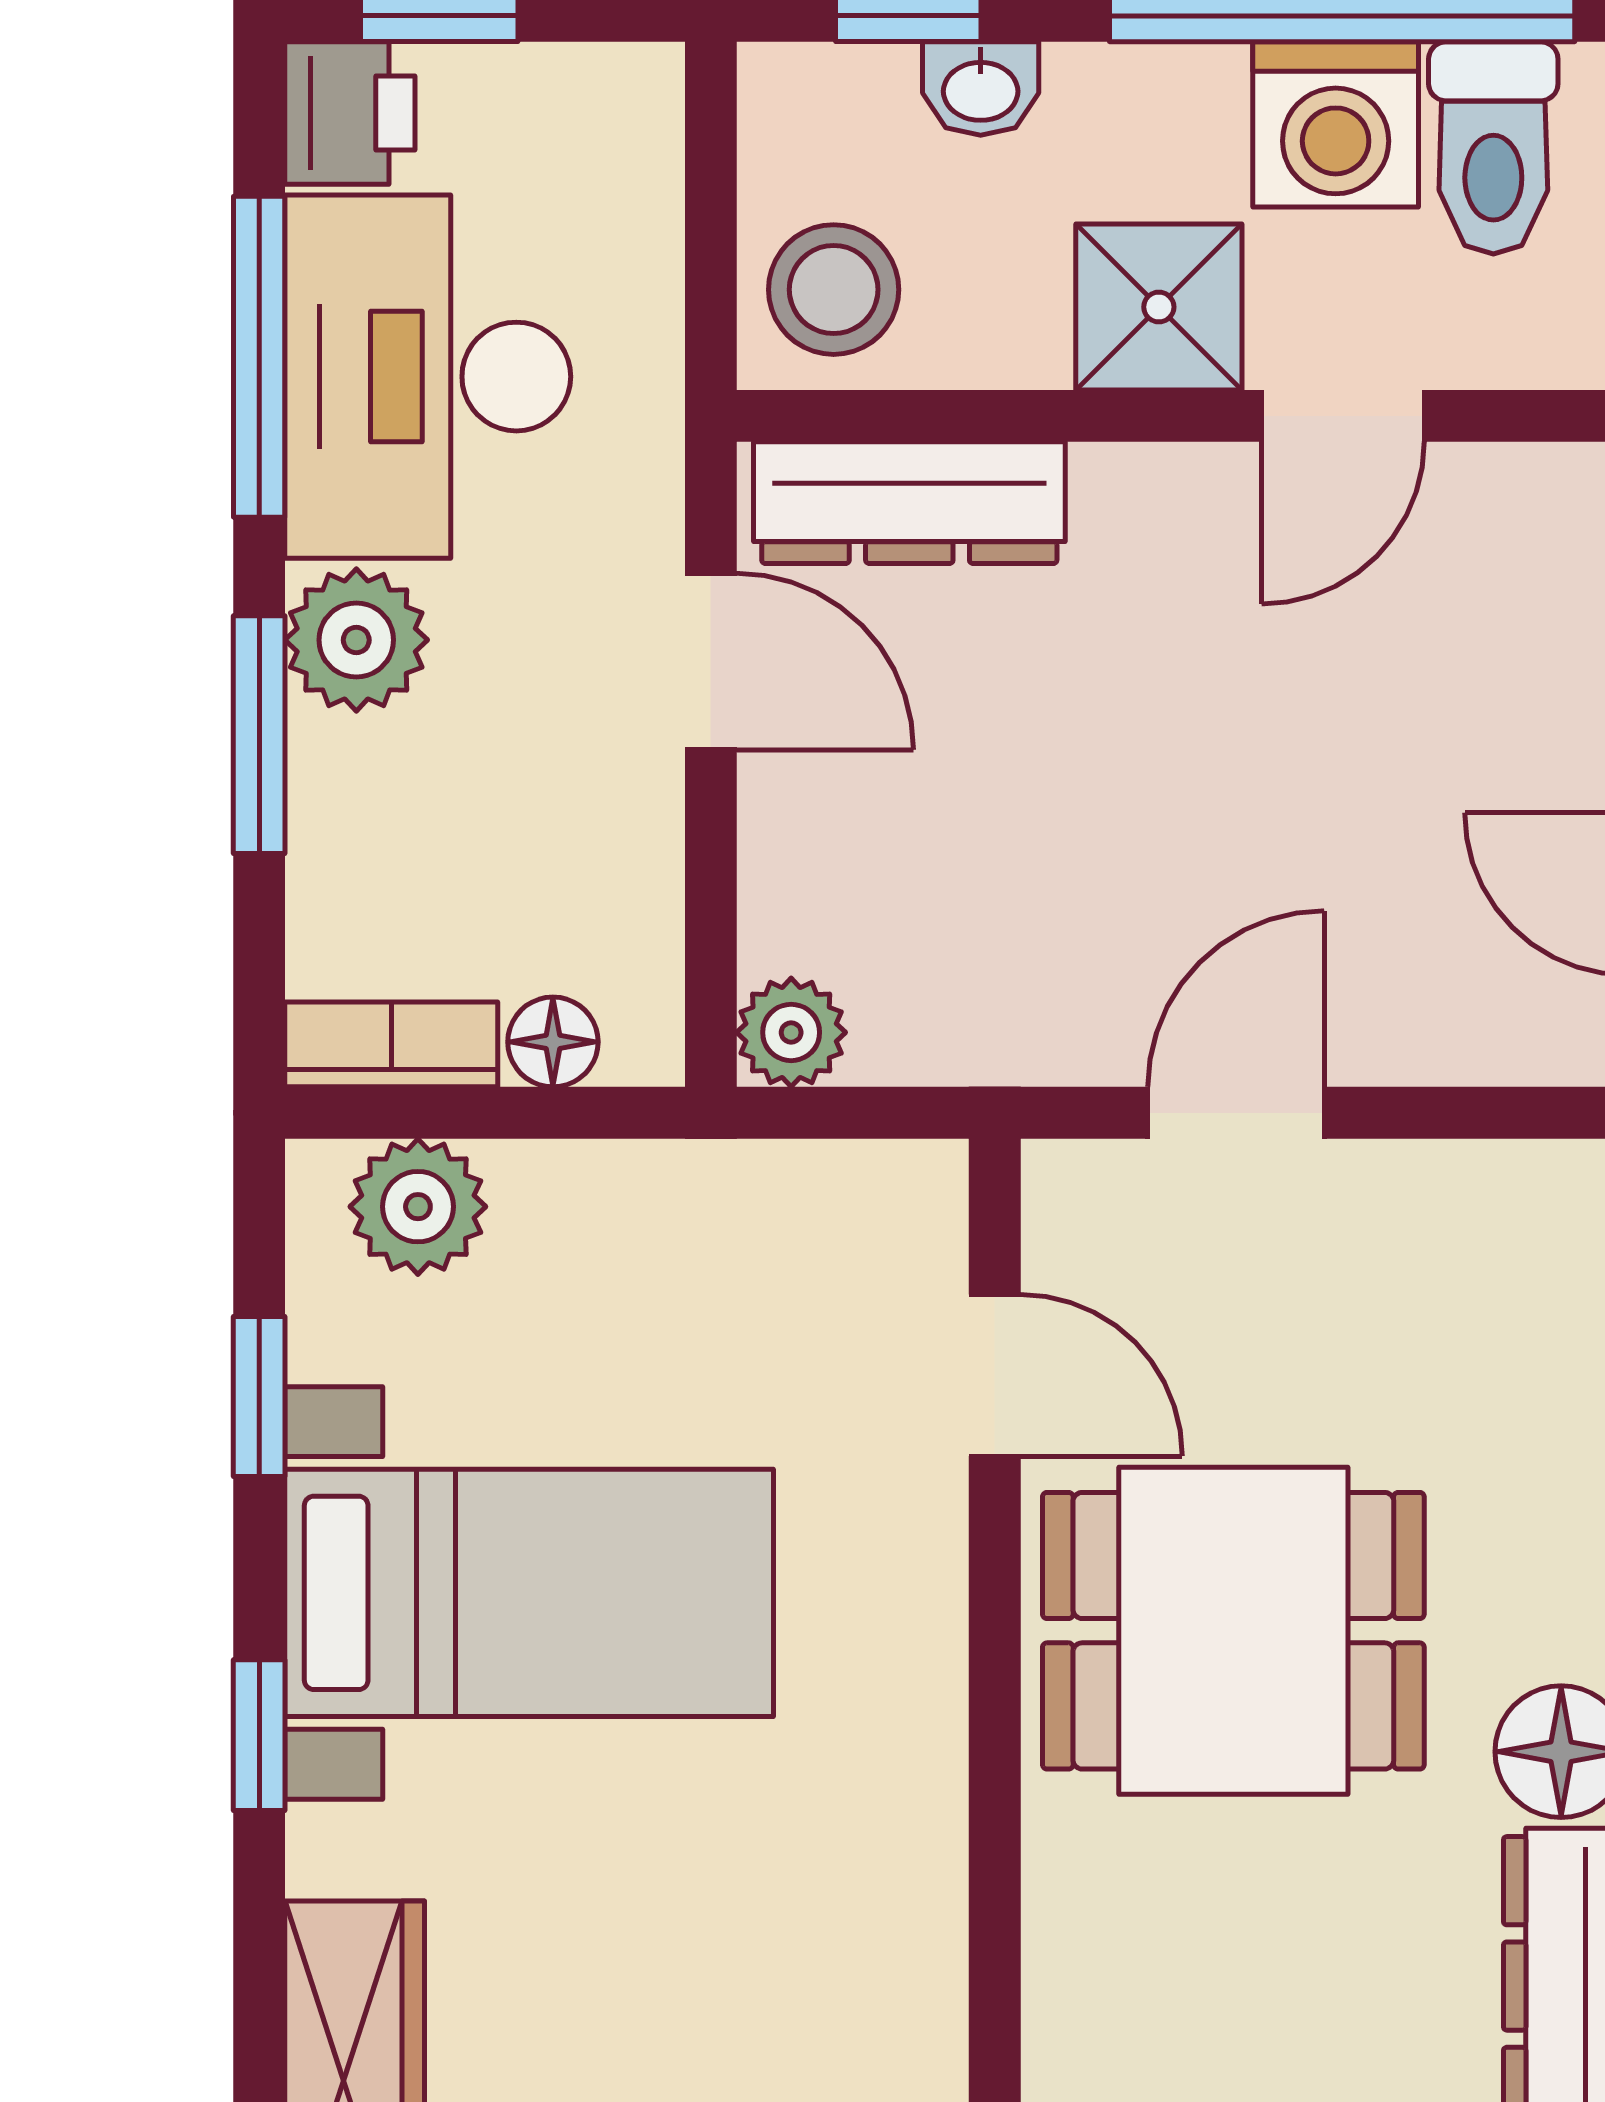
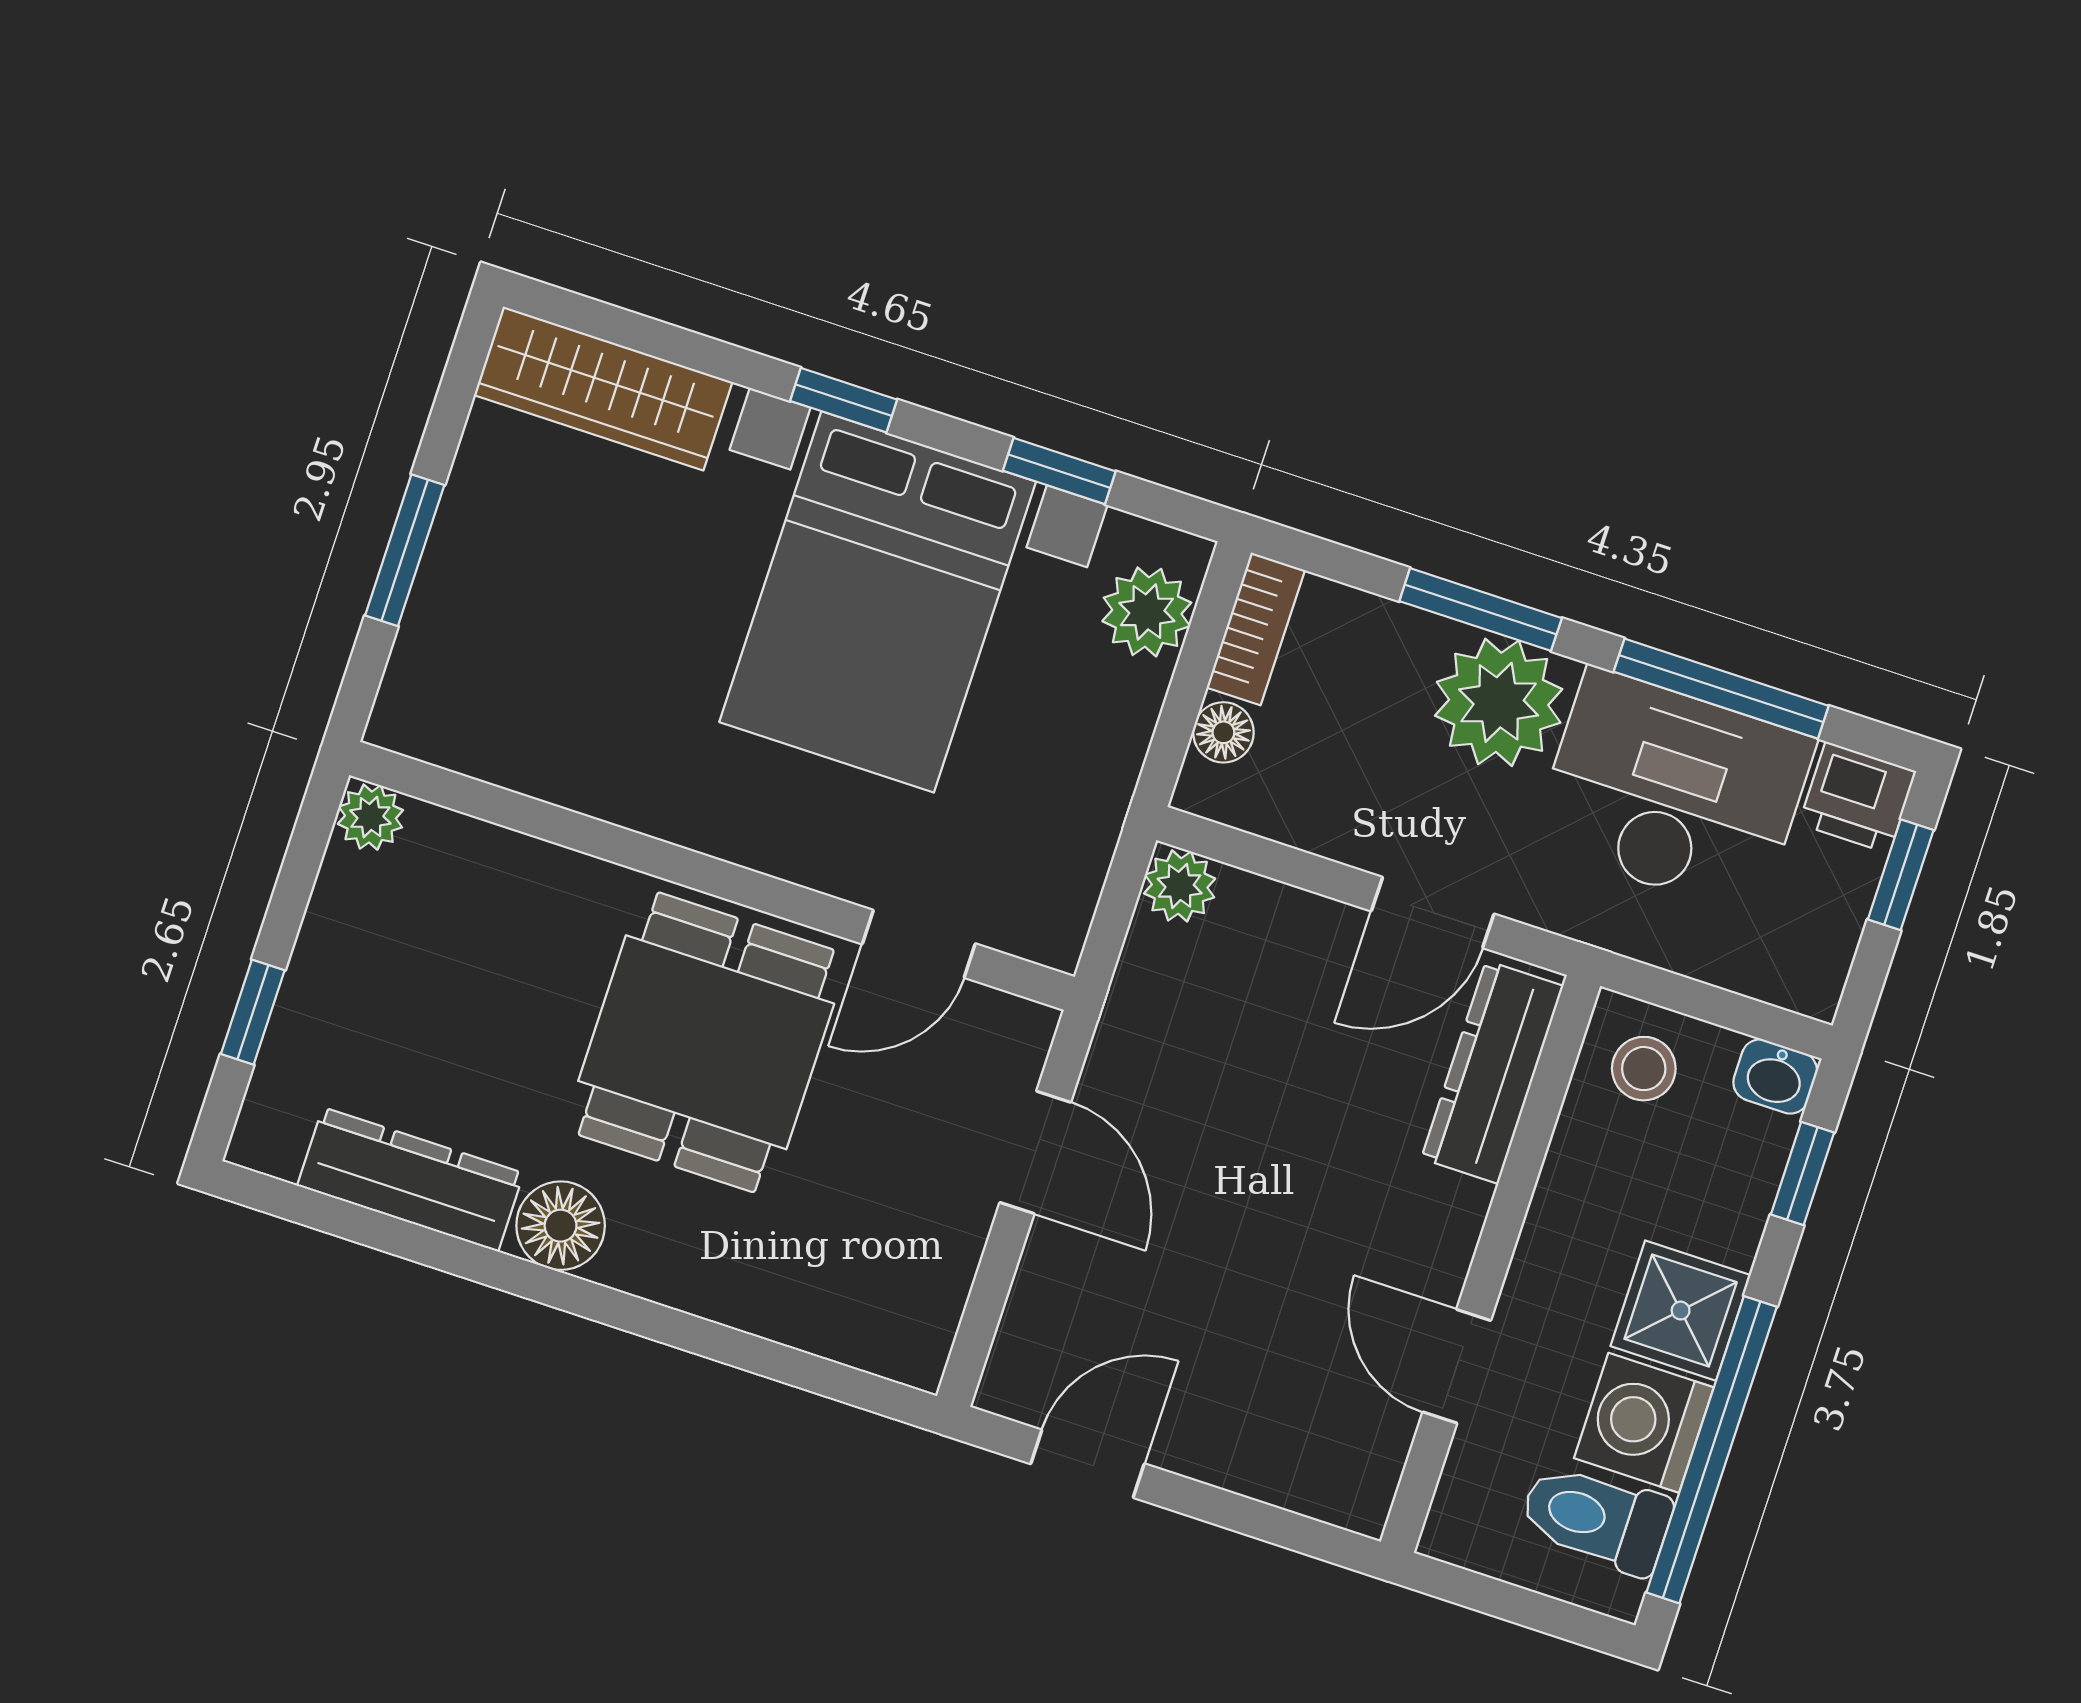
washbasin: (981, 89) -> (1775, 1076), moved, turned -90
stool: (834, 290) -> (1644, 1069), width x0.73, depth x0.73
shower: (1159, 307) -> (1681, 1311), moved
plant: (356, 640) -> (1499, 702), width x1.36, depth x1.36
bed with nightstands: (529, 1593) -> (878, 602), width x1.36

